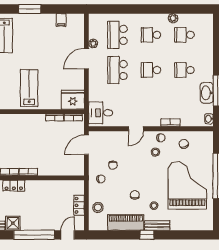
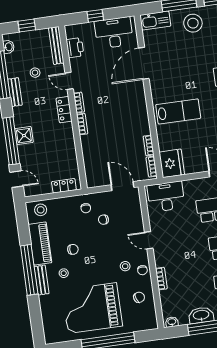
desk: (101, 113) -> (166, 197), width x1.37
grand piano: (187, 185) -> (92, 308), turned 180
locker: (79, 205) -> (64, 186), moved
stool: (98, 207) -> (41, 210), moved
shower: (13, 223) -> (24, 136), moved
window: (147, 235) -> (29, 270), width x3.17

